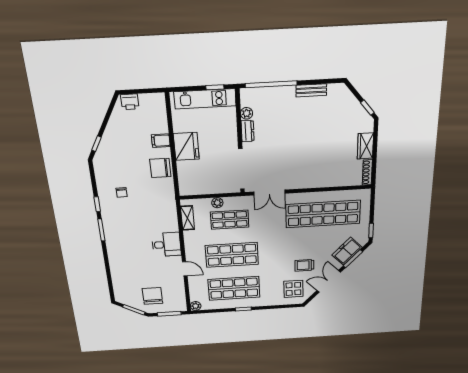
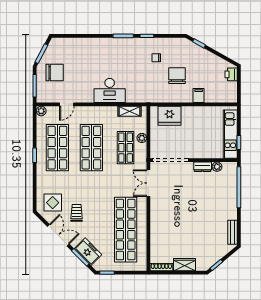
bench: (311, 90) -> (232, 232), moved
fridge: (186, 146) -> (170, 116), moved
chair: (160, 168) -> (177, 76), moved
desk: (166, 245) -> (110, 90), width x1.37
door: (185, 269) -> (67, 104), moved

